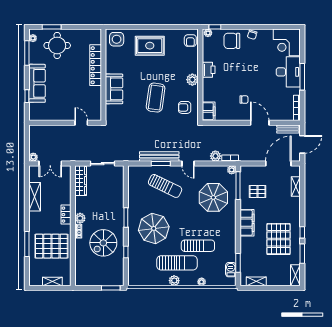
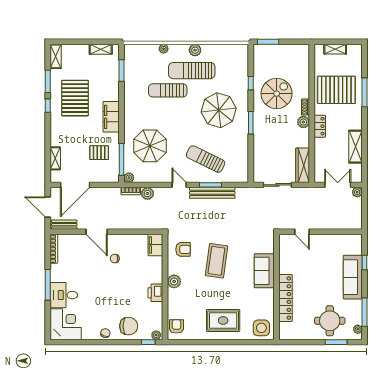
desk: (288, 72) -> (64, 295), width x0.73
door: (302, 144) -> (48, 207), hinge flipped
barbecue: (231, 270) -> (130, 63), removed

